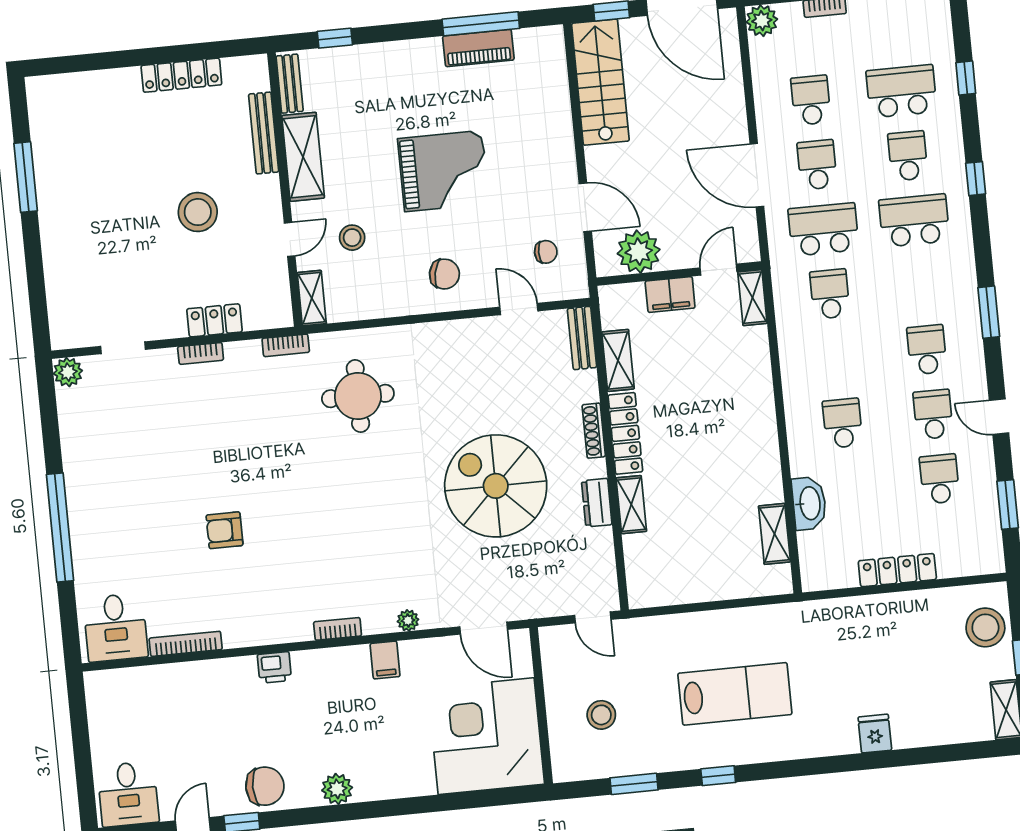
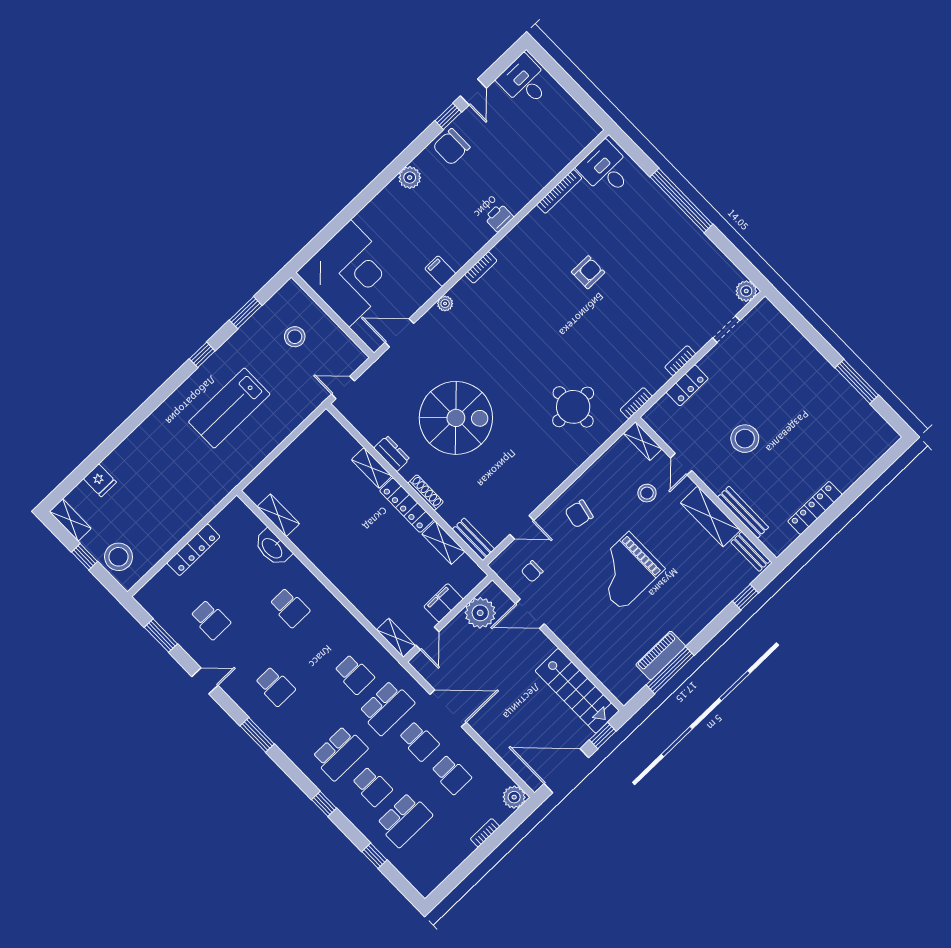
school desk: (933, 414) -> (243, 653), removed
fridge: (875, 734) -> (100, 480), moved

